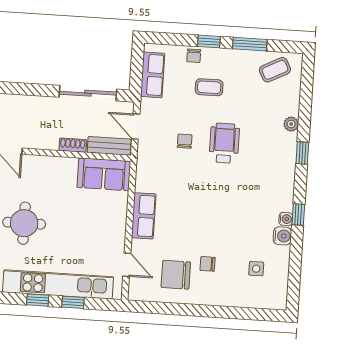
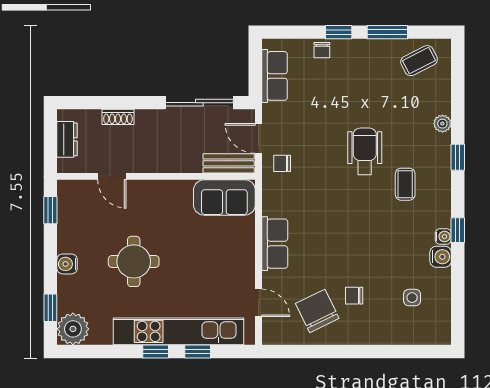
coffee table: (209, 87) -> (405, 184), moved, turned 90
chair: (185, 141) -> (282, 163), moved, turned -90
shoe rack: (73, 145) -> (118, 117), moved, turned 180
chair: (176, 275) -> (317, 311), turned 64

